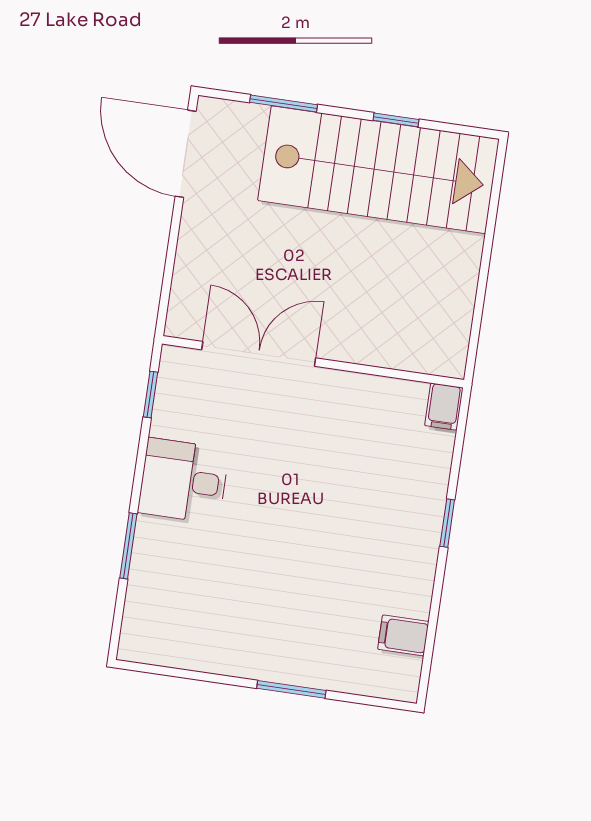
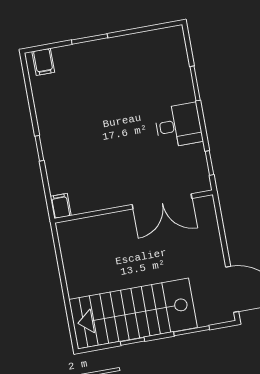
filing cabinet: (403, 635) -> (43, 62), moved, turned 90

